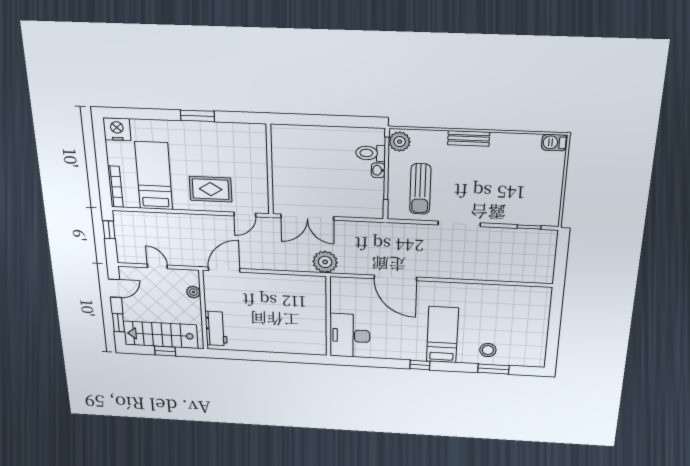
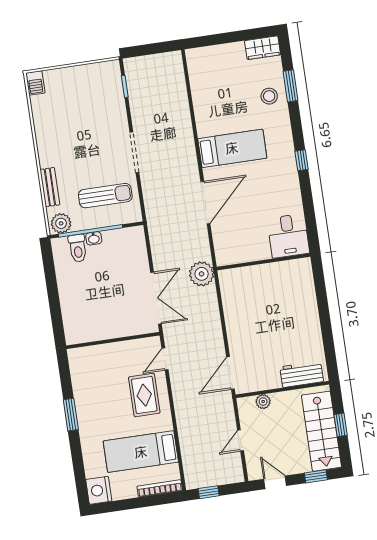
bench: (469, 138) -> (50, 187), moved
door: (245, 214) -> (165, 359), swing flipped
door: (224, 270) -> (231, 373), hinge flipped
bed: (442, 335) -> (232, 148), moved, turned 180
desk: (350, 336) -> (288, 236), width x0.73
wardrobe: (536, 353) -> (263, 48), added

